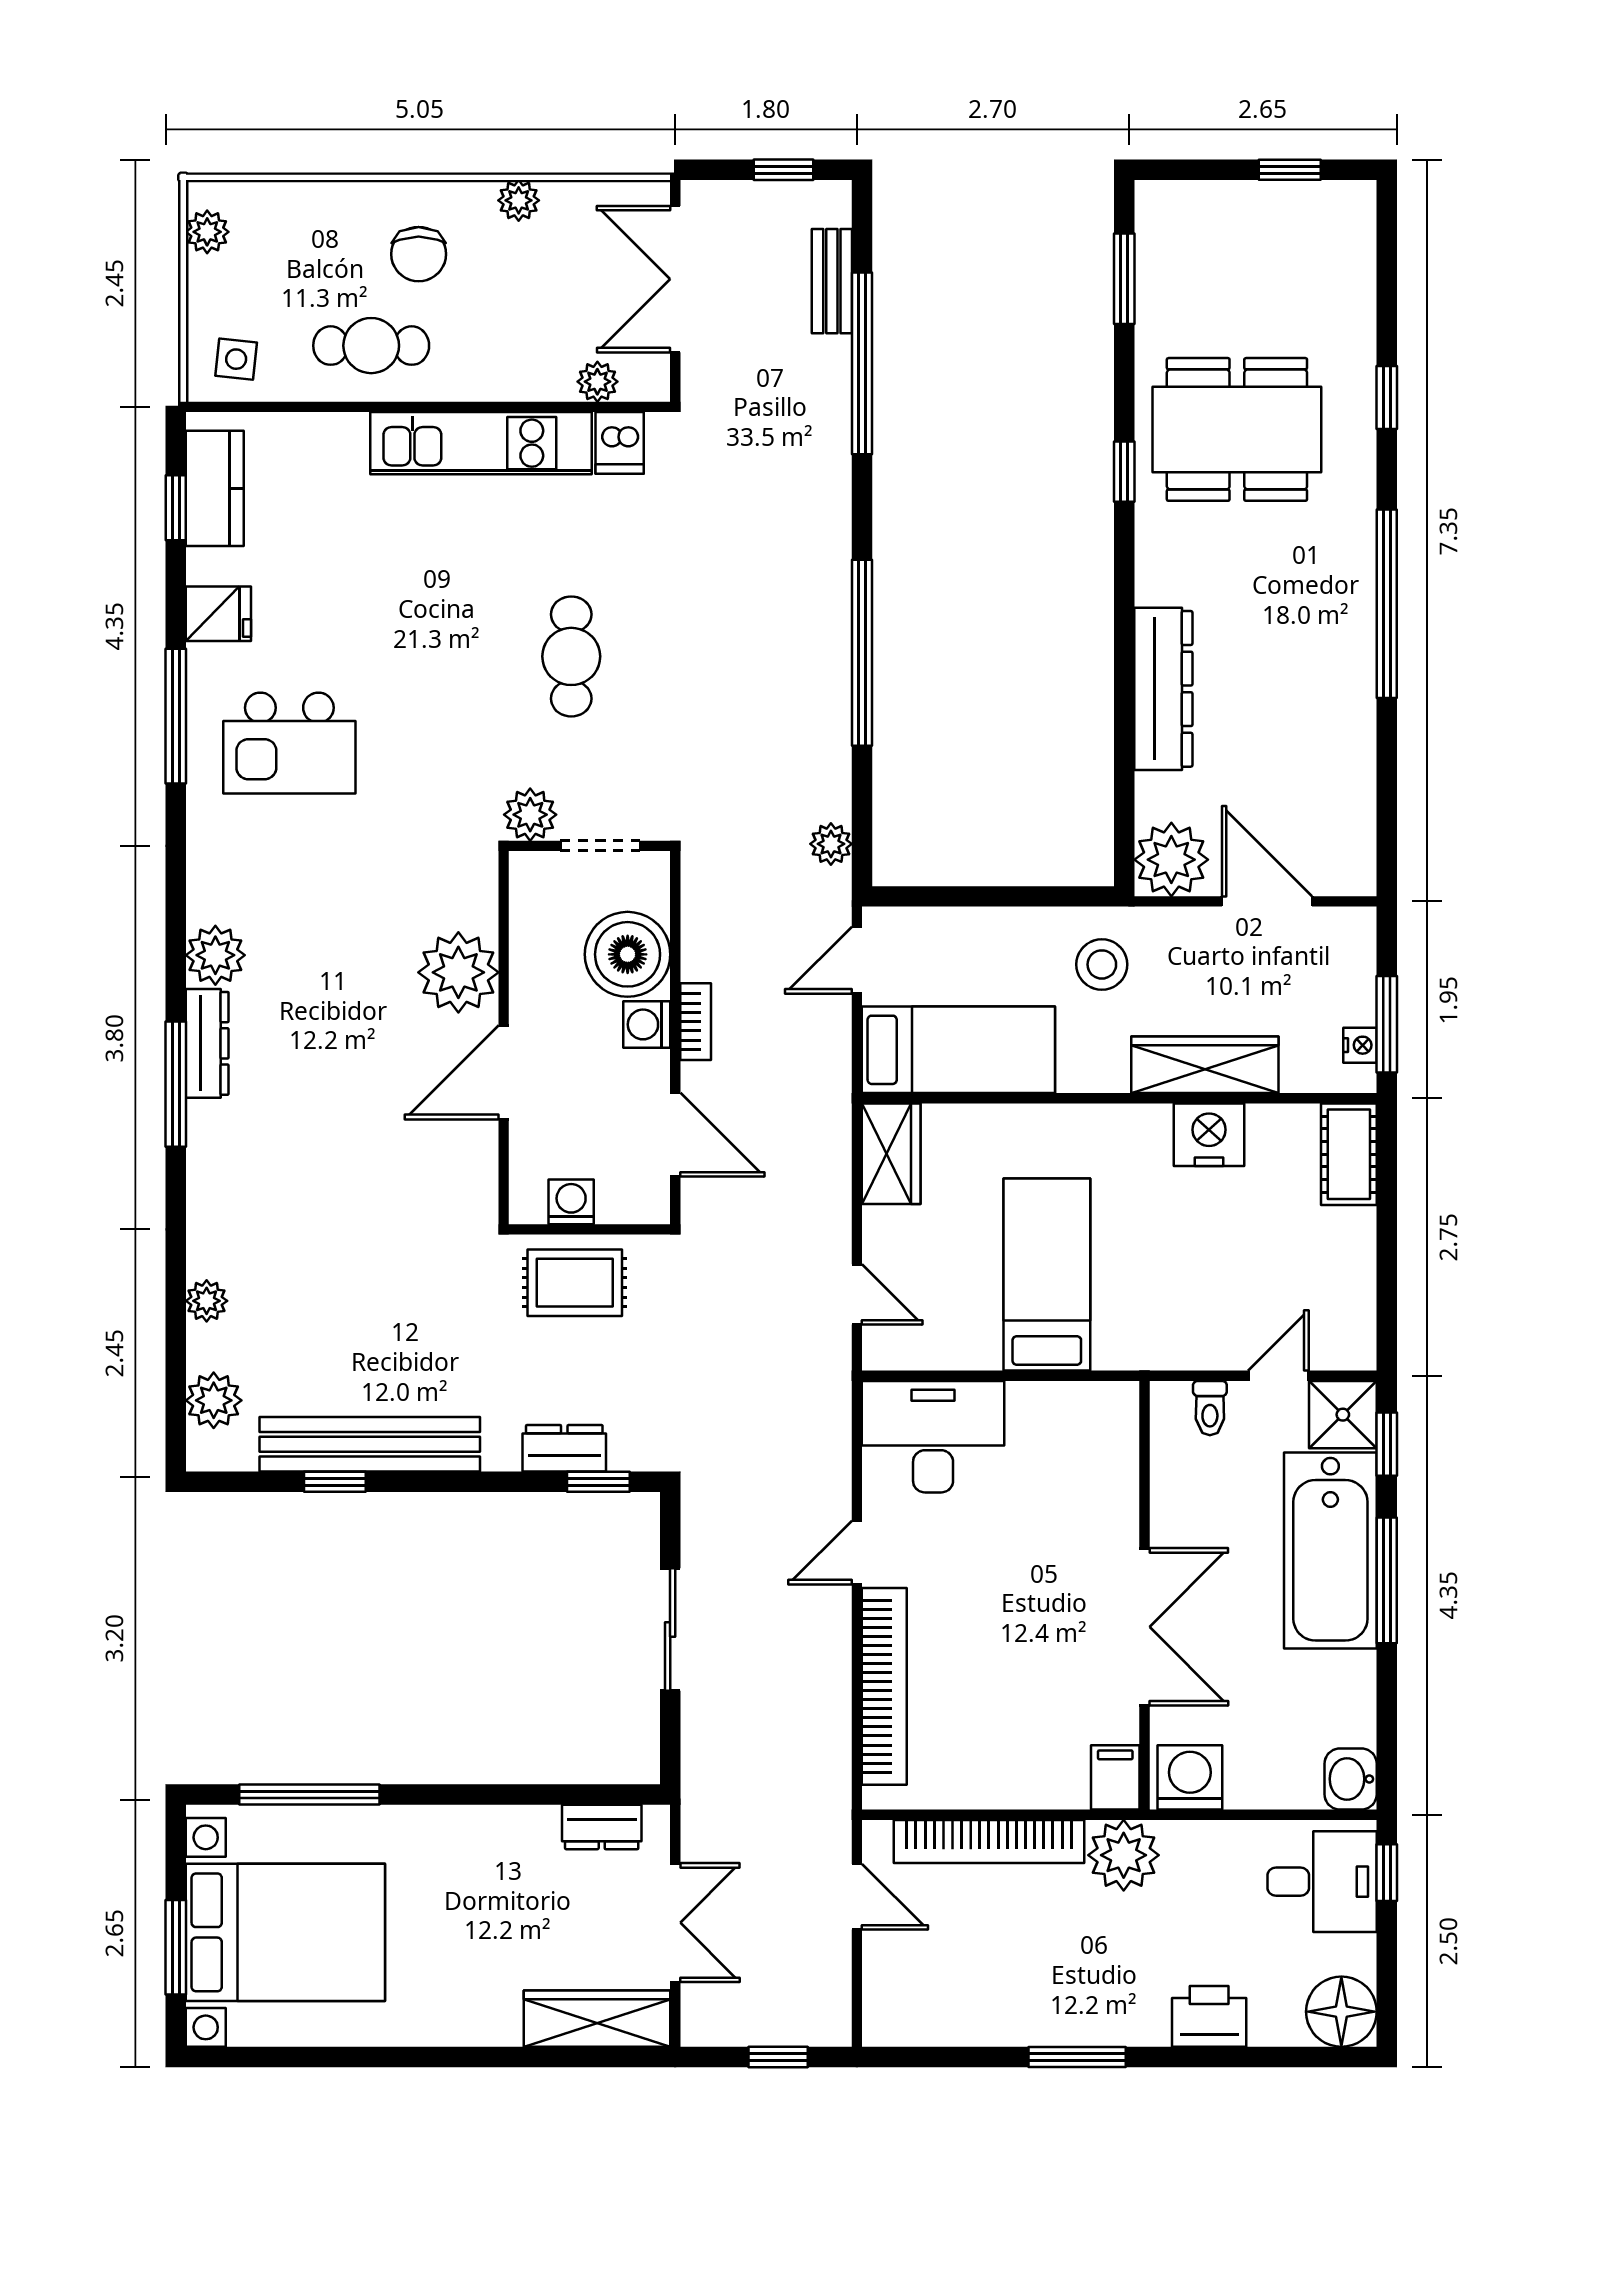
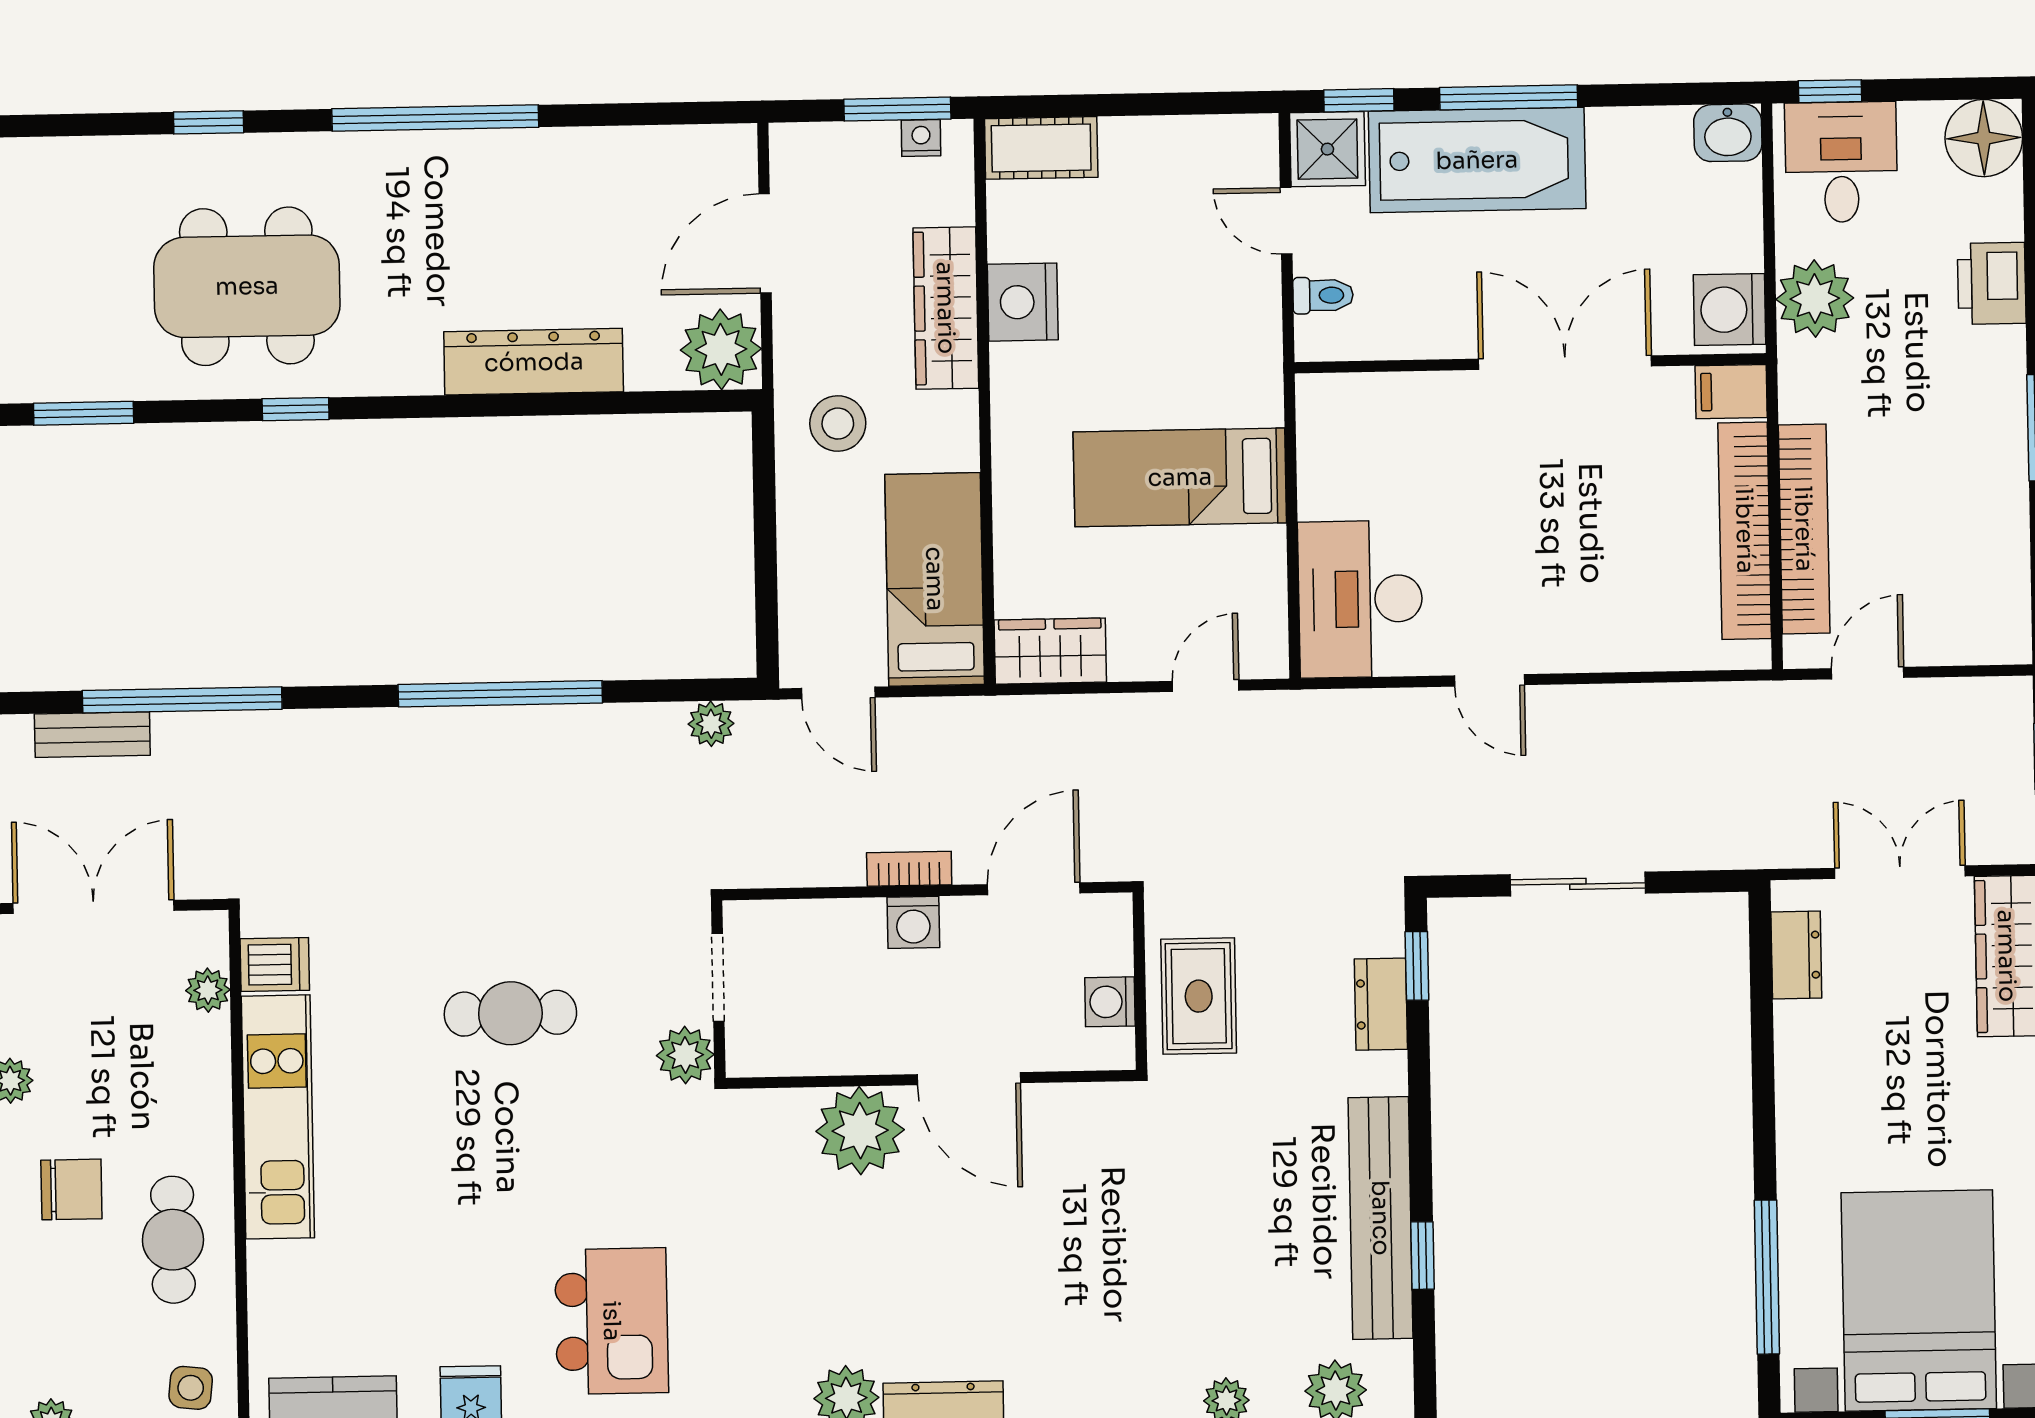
double door: (675, 279) -> (93, 907), swing flipped
dining table: (1237, 429) -> (247, 286), turned 90
boiler: (628, 954) -> (837, 945), removed
bookcase: (884, 1686) -> (1745, 531), moved, turned -90
plant: (1124, 1855) -> (1815, 299), moved

